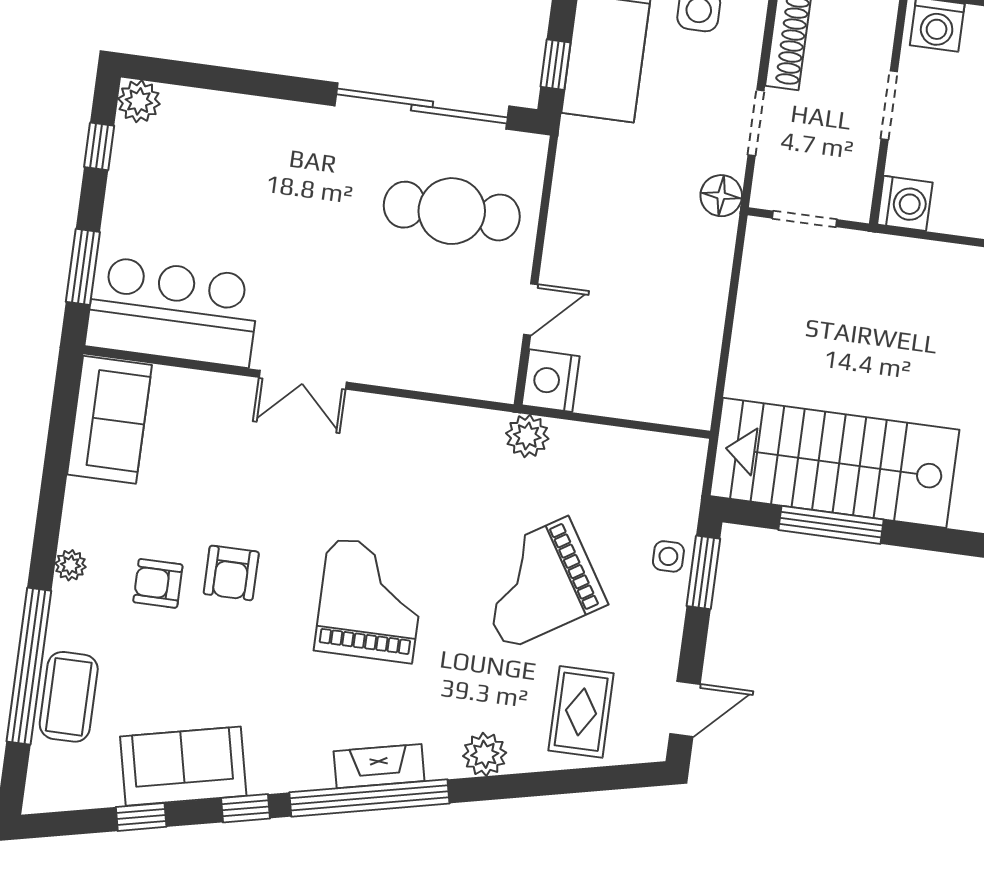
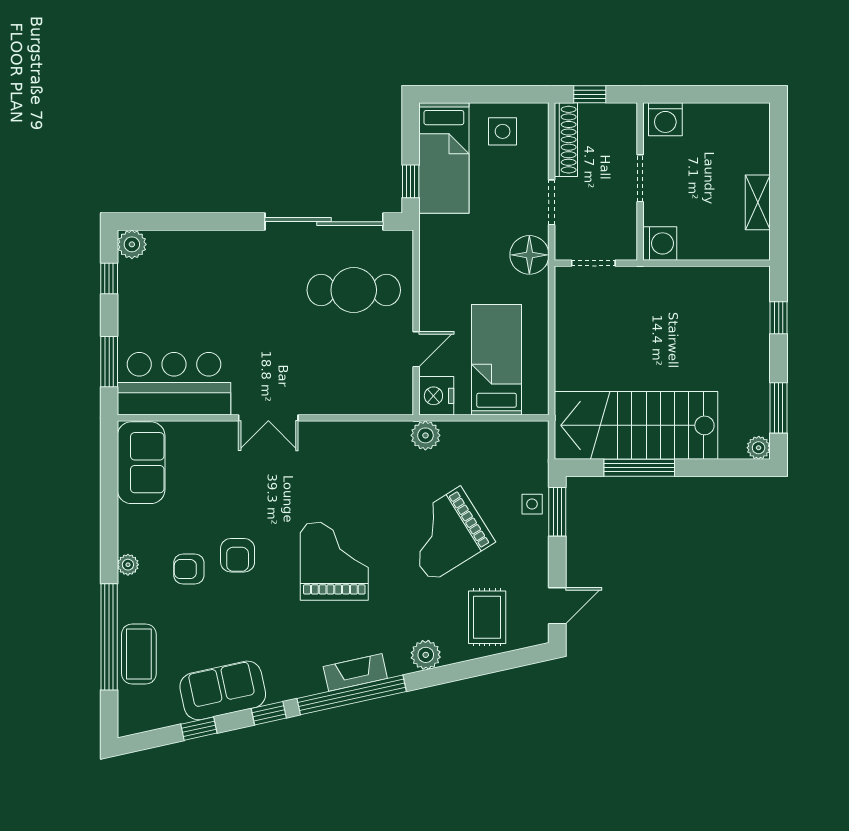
floor lamp: (721, 196) -> (529, 255), width x1.38, depth x1.38
bed: (645, 340) -> (497, 360), added

